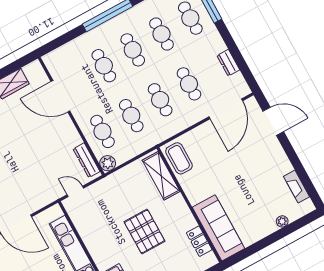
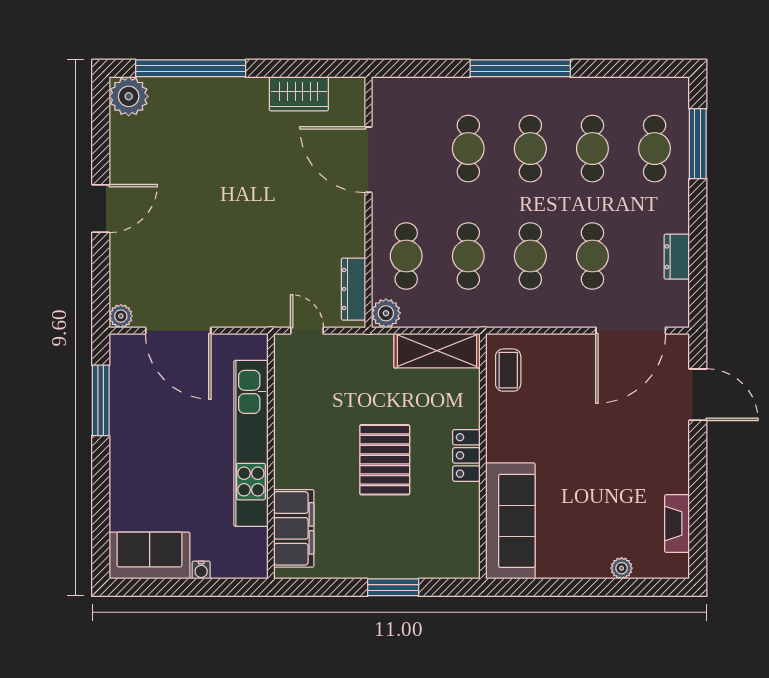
coffee table: (179, 158) -> (508, 370), width x0.73, depth x0.77
shelving: (161, 176) -> (437, 351), moved, turned 90
locker: (199, 241) -> (466, 455), moved

